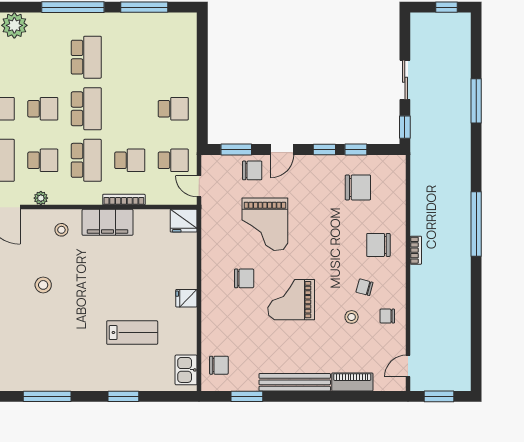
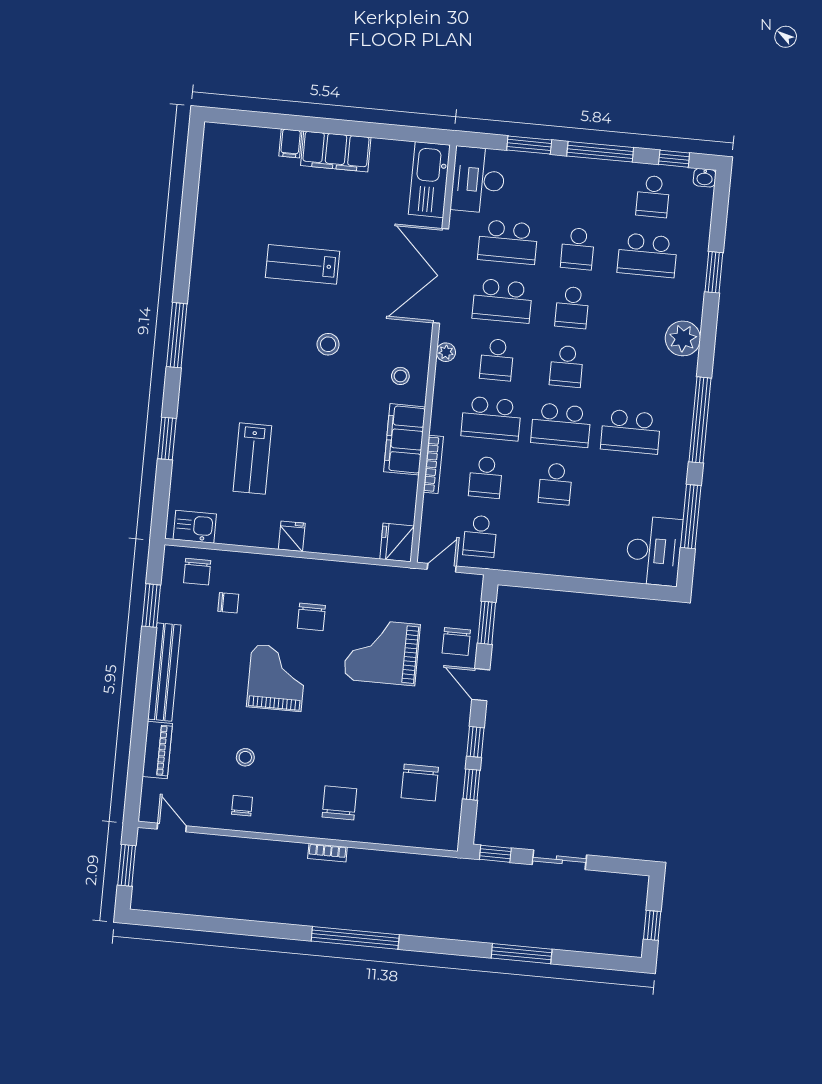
desk: (172, 32) -> (654, 551), added
school desk: (173, 109) -> (555, 484), moved
chair: (364, 287) -> (228, 603), moved, turned 75

